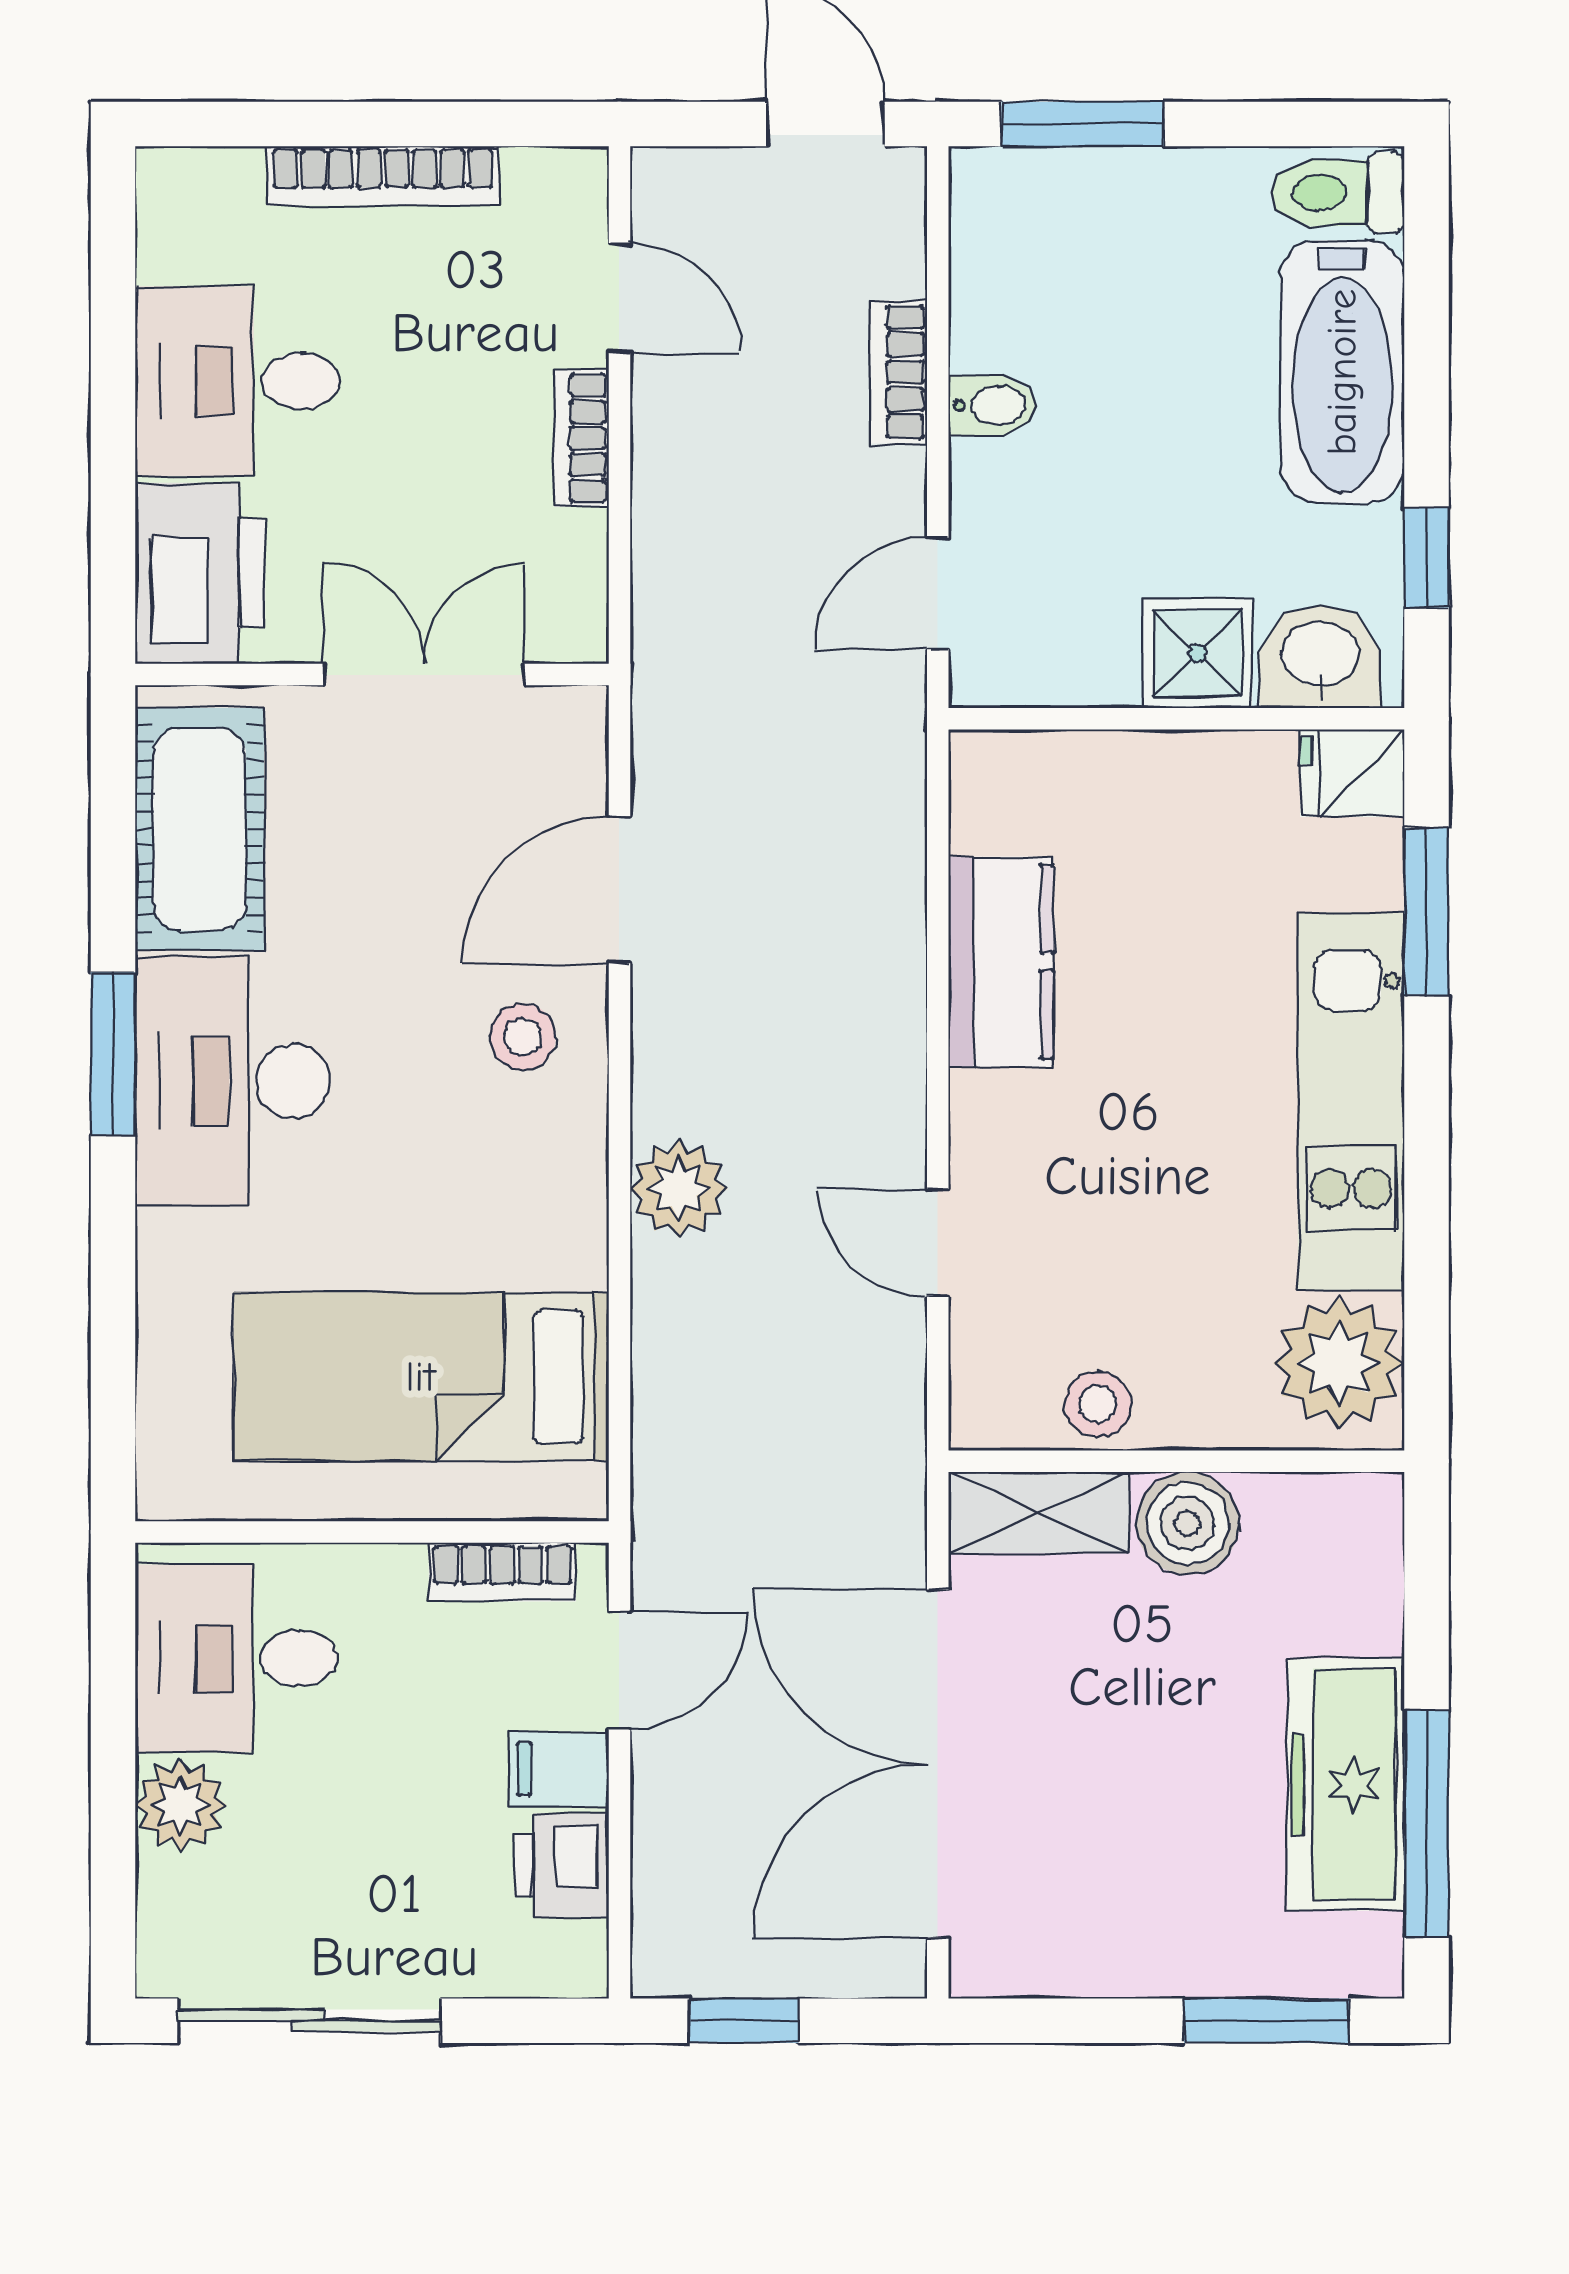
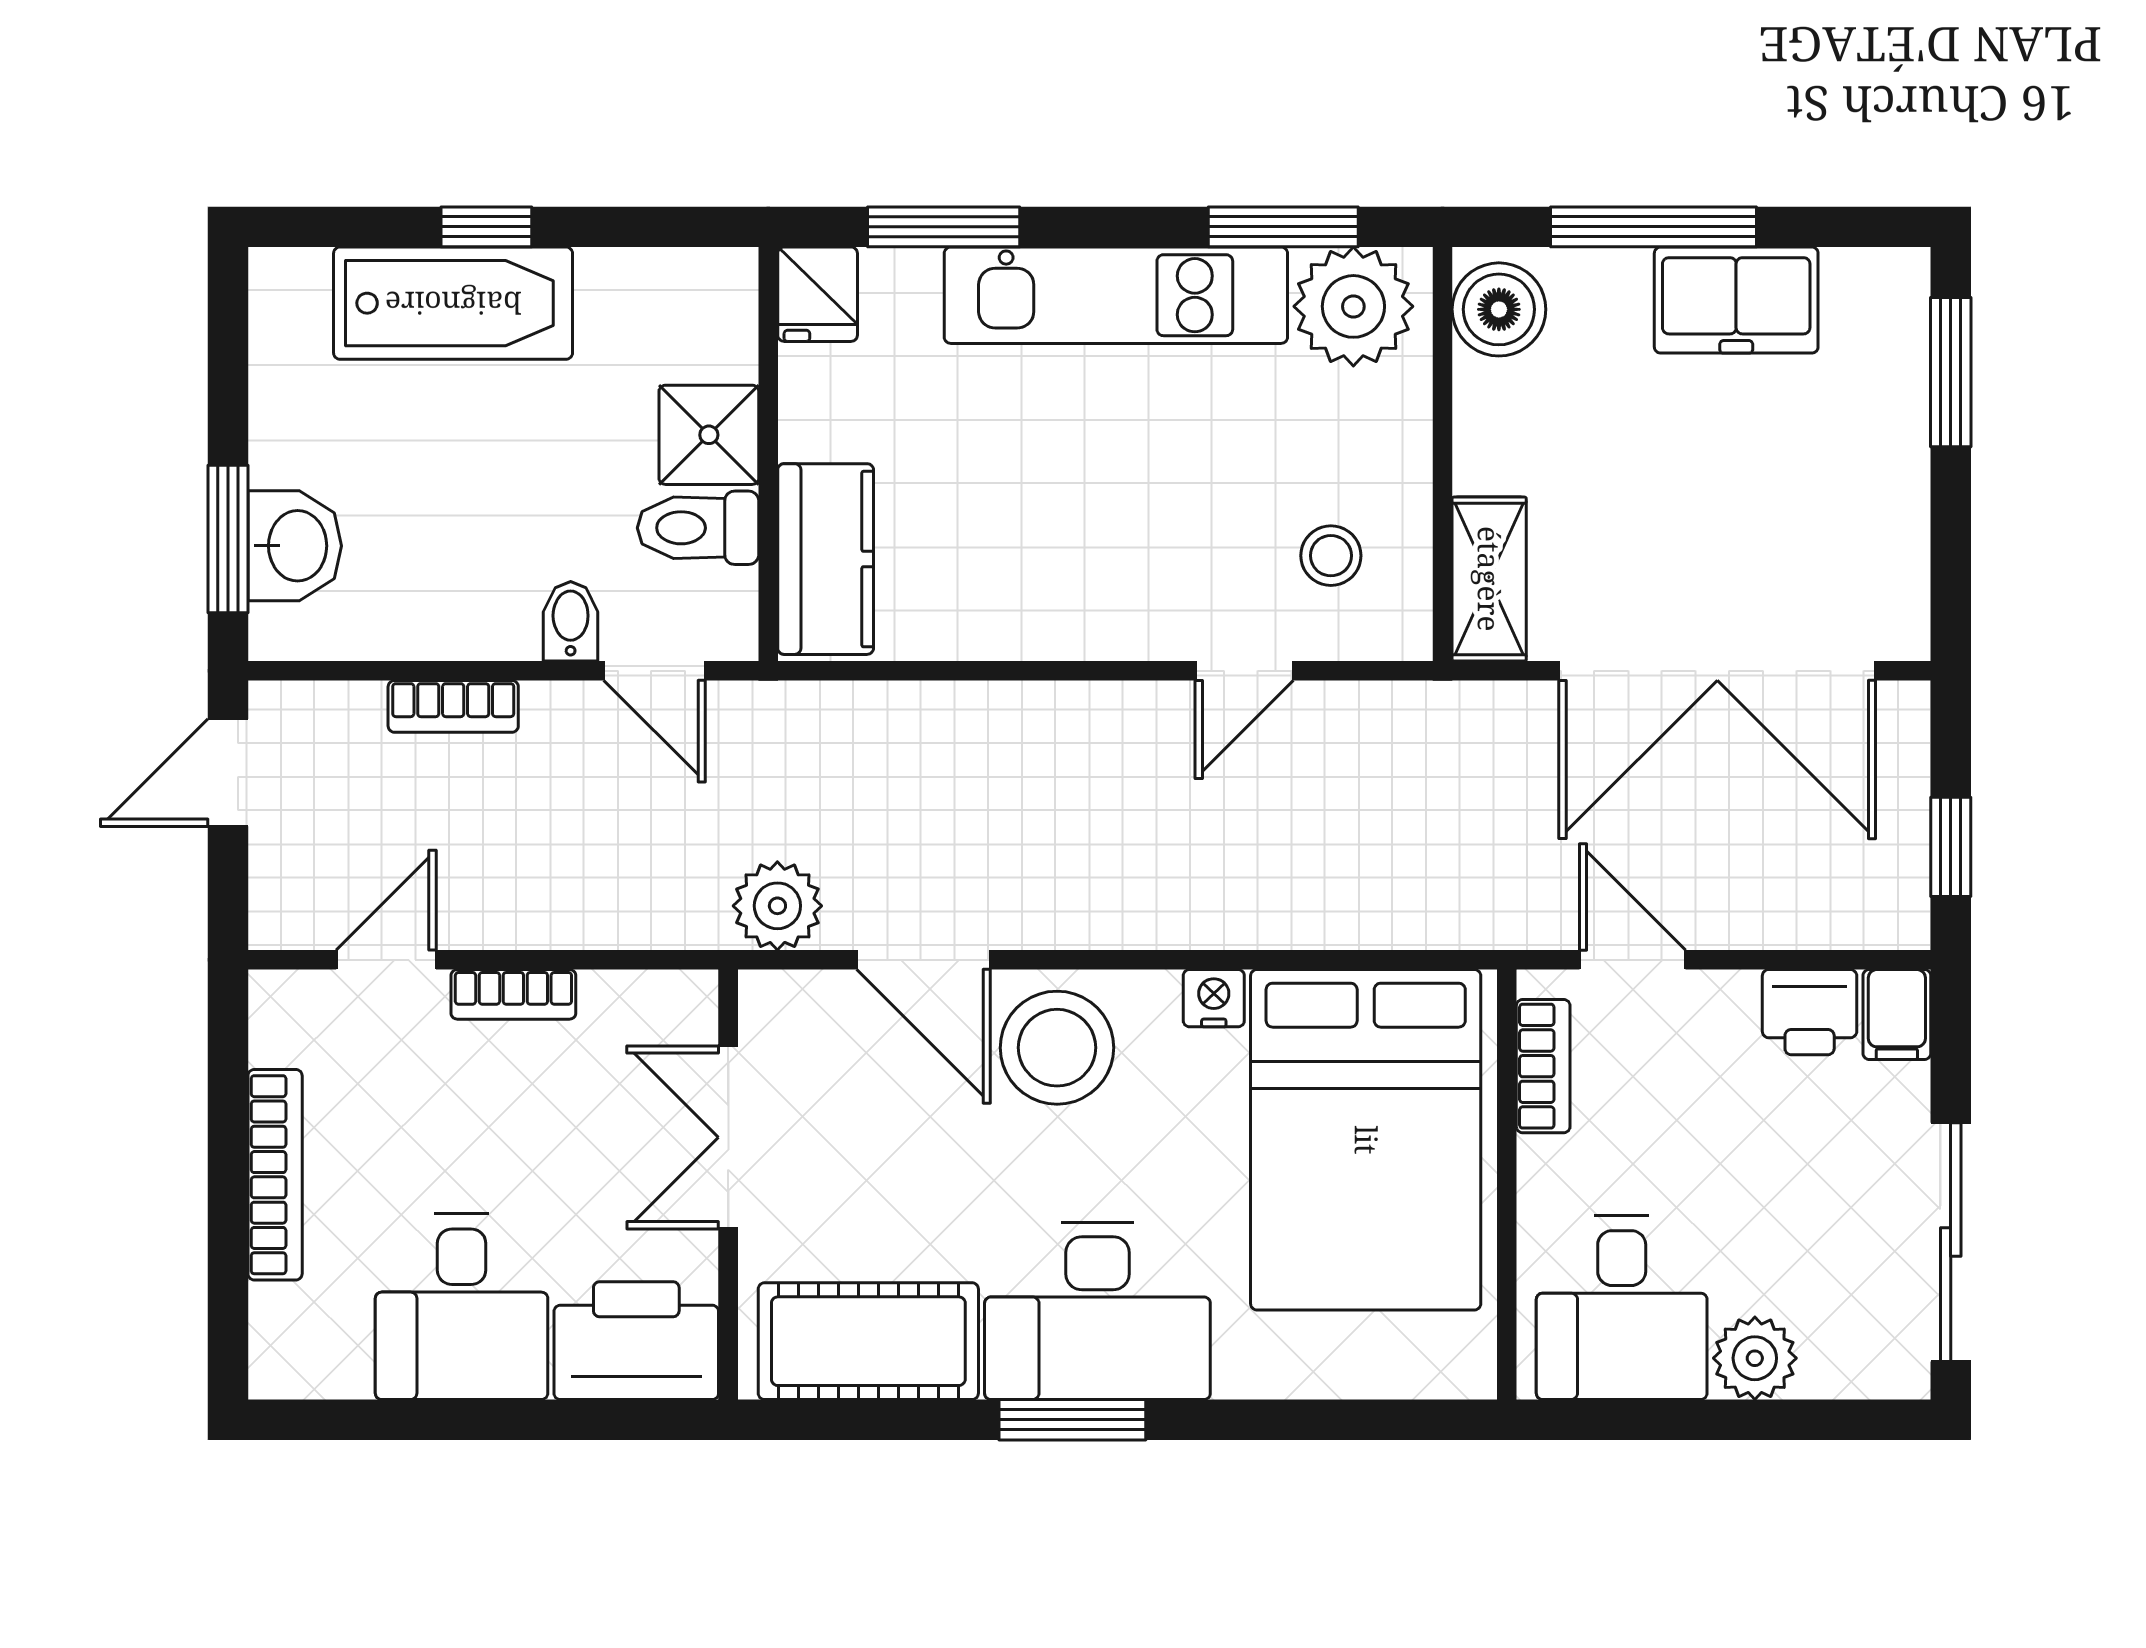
toilet: (1338, 193) -> (698, 528), moved, turned 90
bidet: (992, 406) -> (571, 621), moved
window: (1426, 557) -> (486, 227), moved
washbasin: (1320, 657) -> (295, 546), moved, turned 180
kitchen counter: (1001, 962) -> (826, 559), moved, turned 90
stool: (523, 1037) -> (1057, 1048), width x1.89, depth x1.89
plant: (679, 1189) -> (777, 906), moved
nightstand: (577, 1209) -> (1214, 998), added
window: (1426, 1286) -> (1283, 227), added
bed: (421, 1377) -> (1366, 1140), width x1.50
stool: (1098, 1404) -> (1331, 556), moved
boiler: (1188, 1523) -> (1499, 309), moved
filing cabinet: (559, 1769) -> (1897, 1014), moved
freezer: (1346, 1784) -> (1736, 300), width x0.71
window: (1426, 1824) -> (1654, 227), moved

